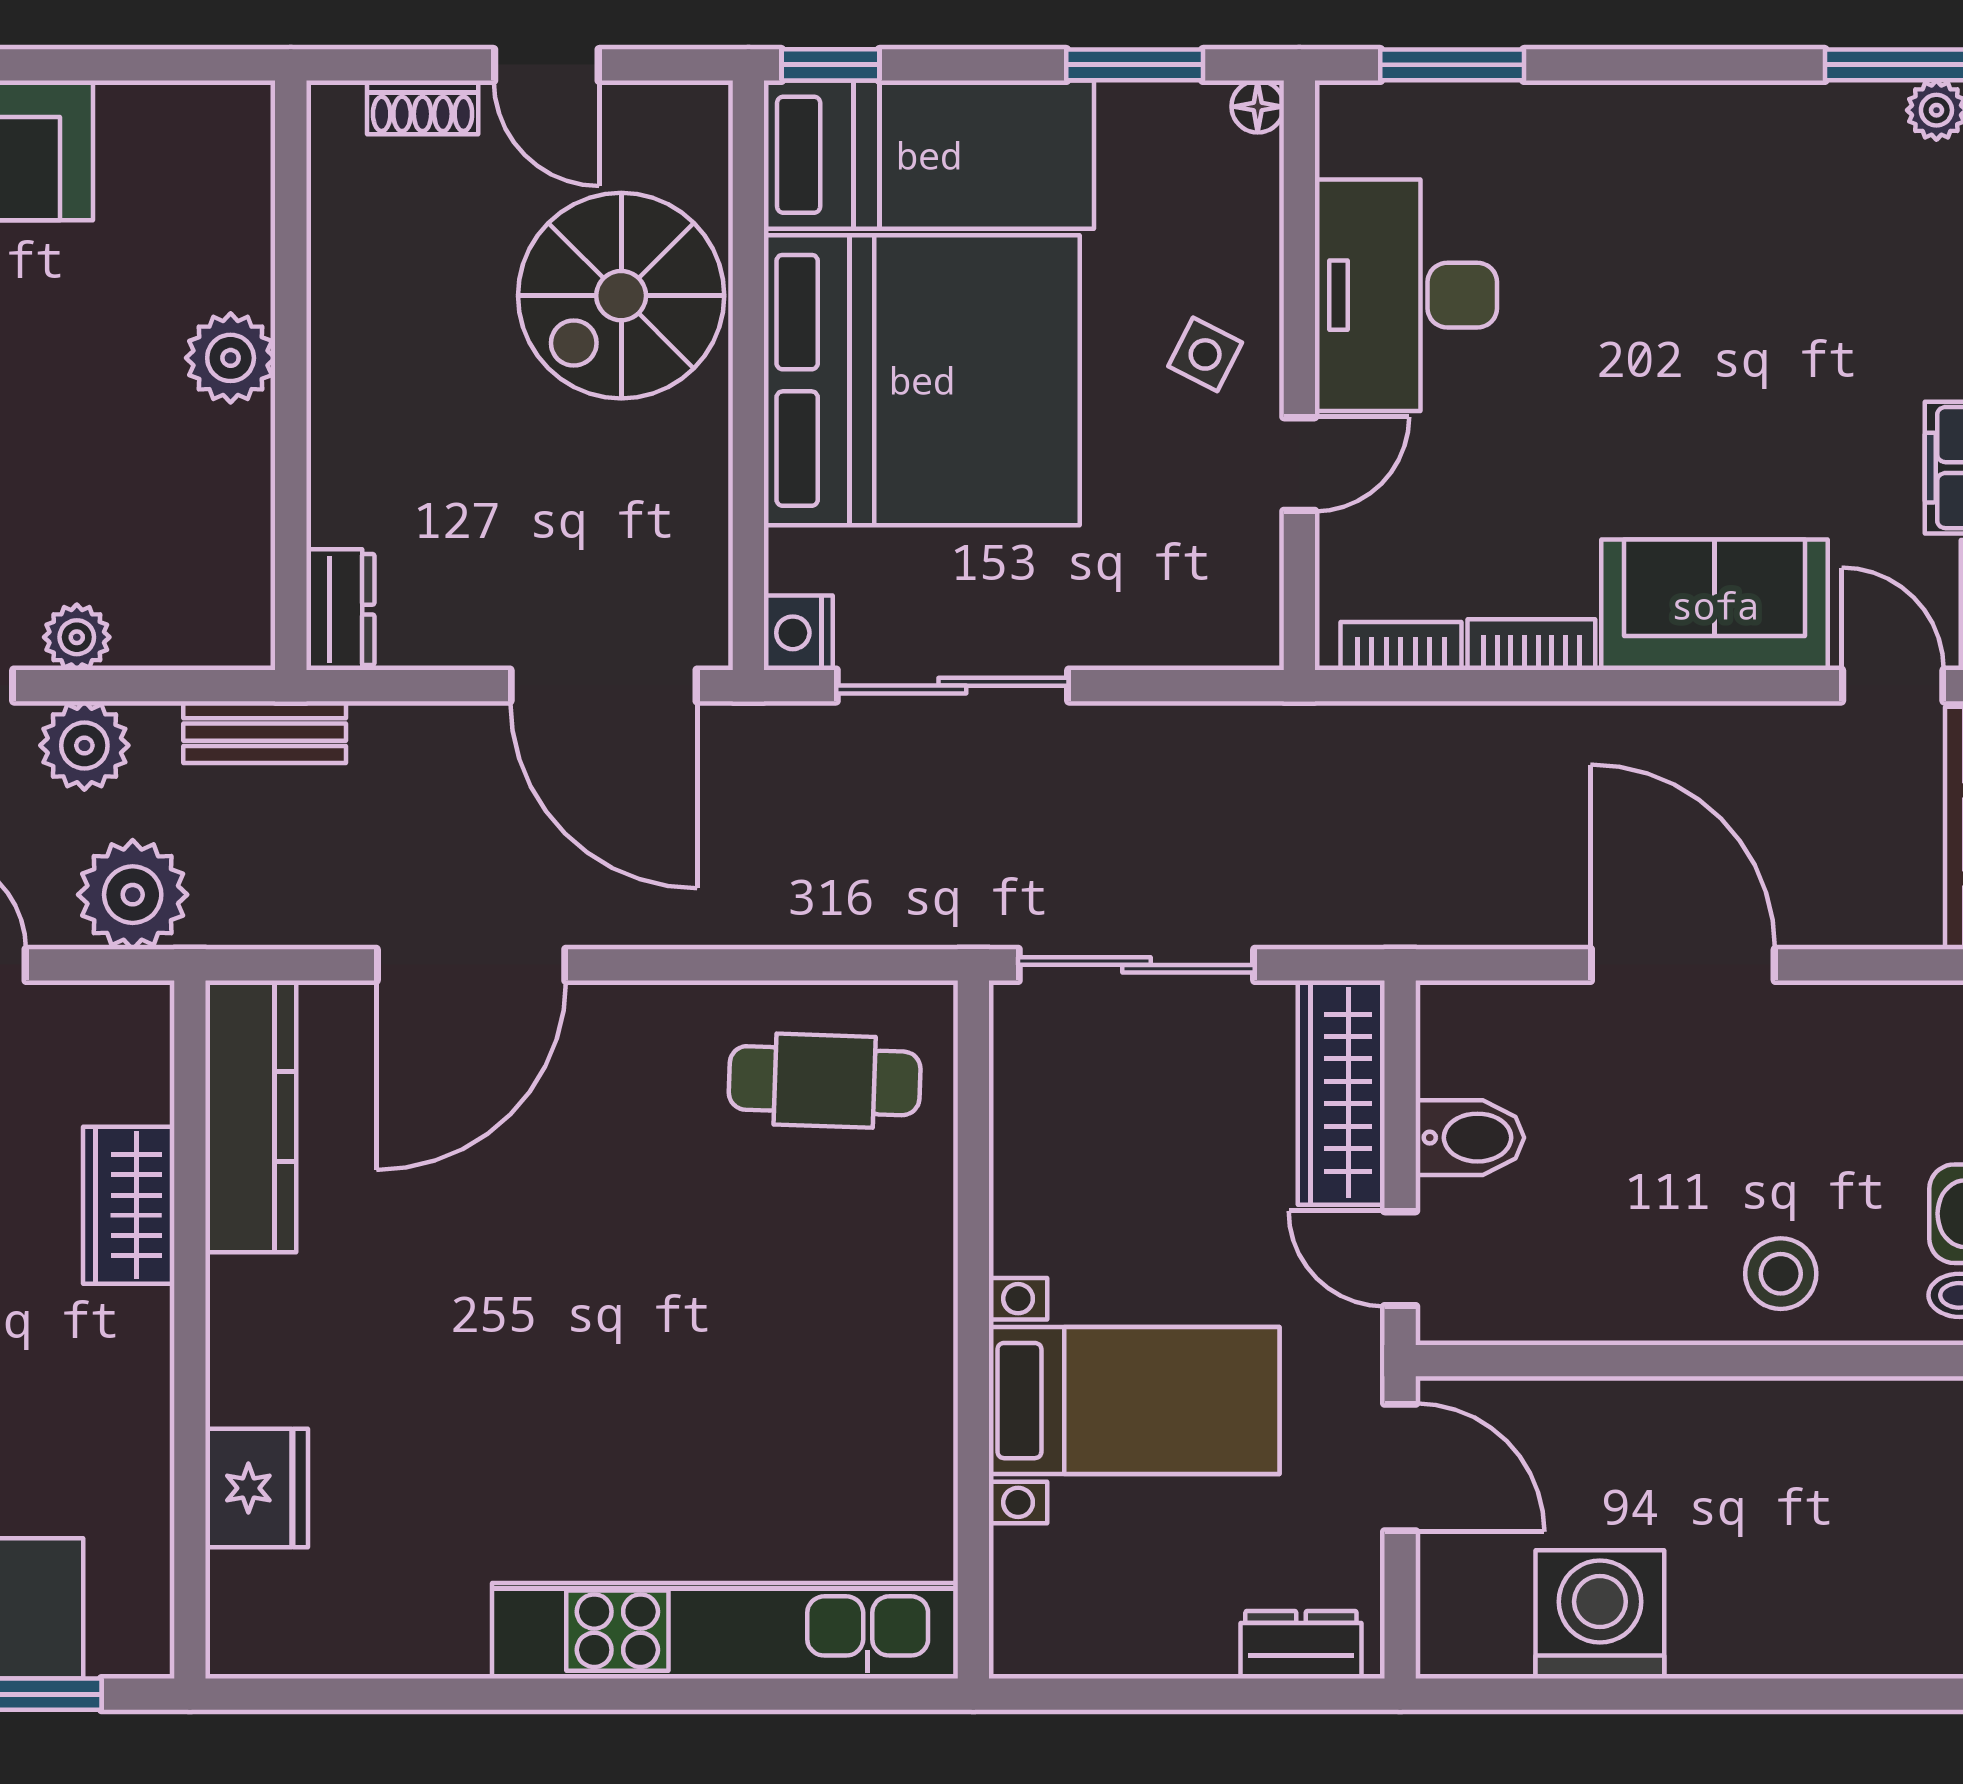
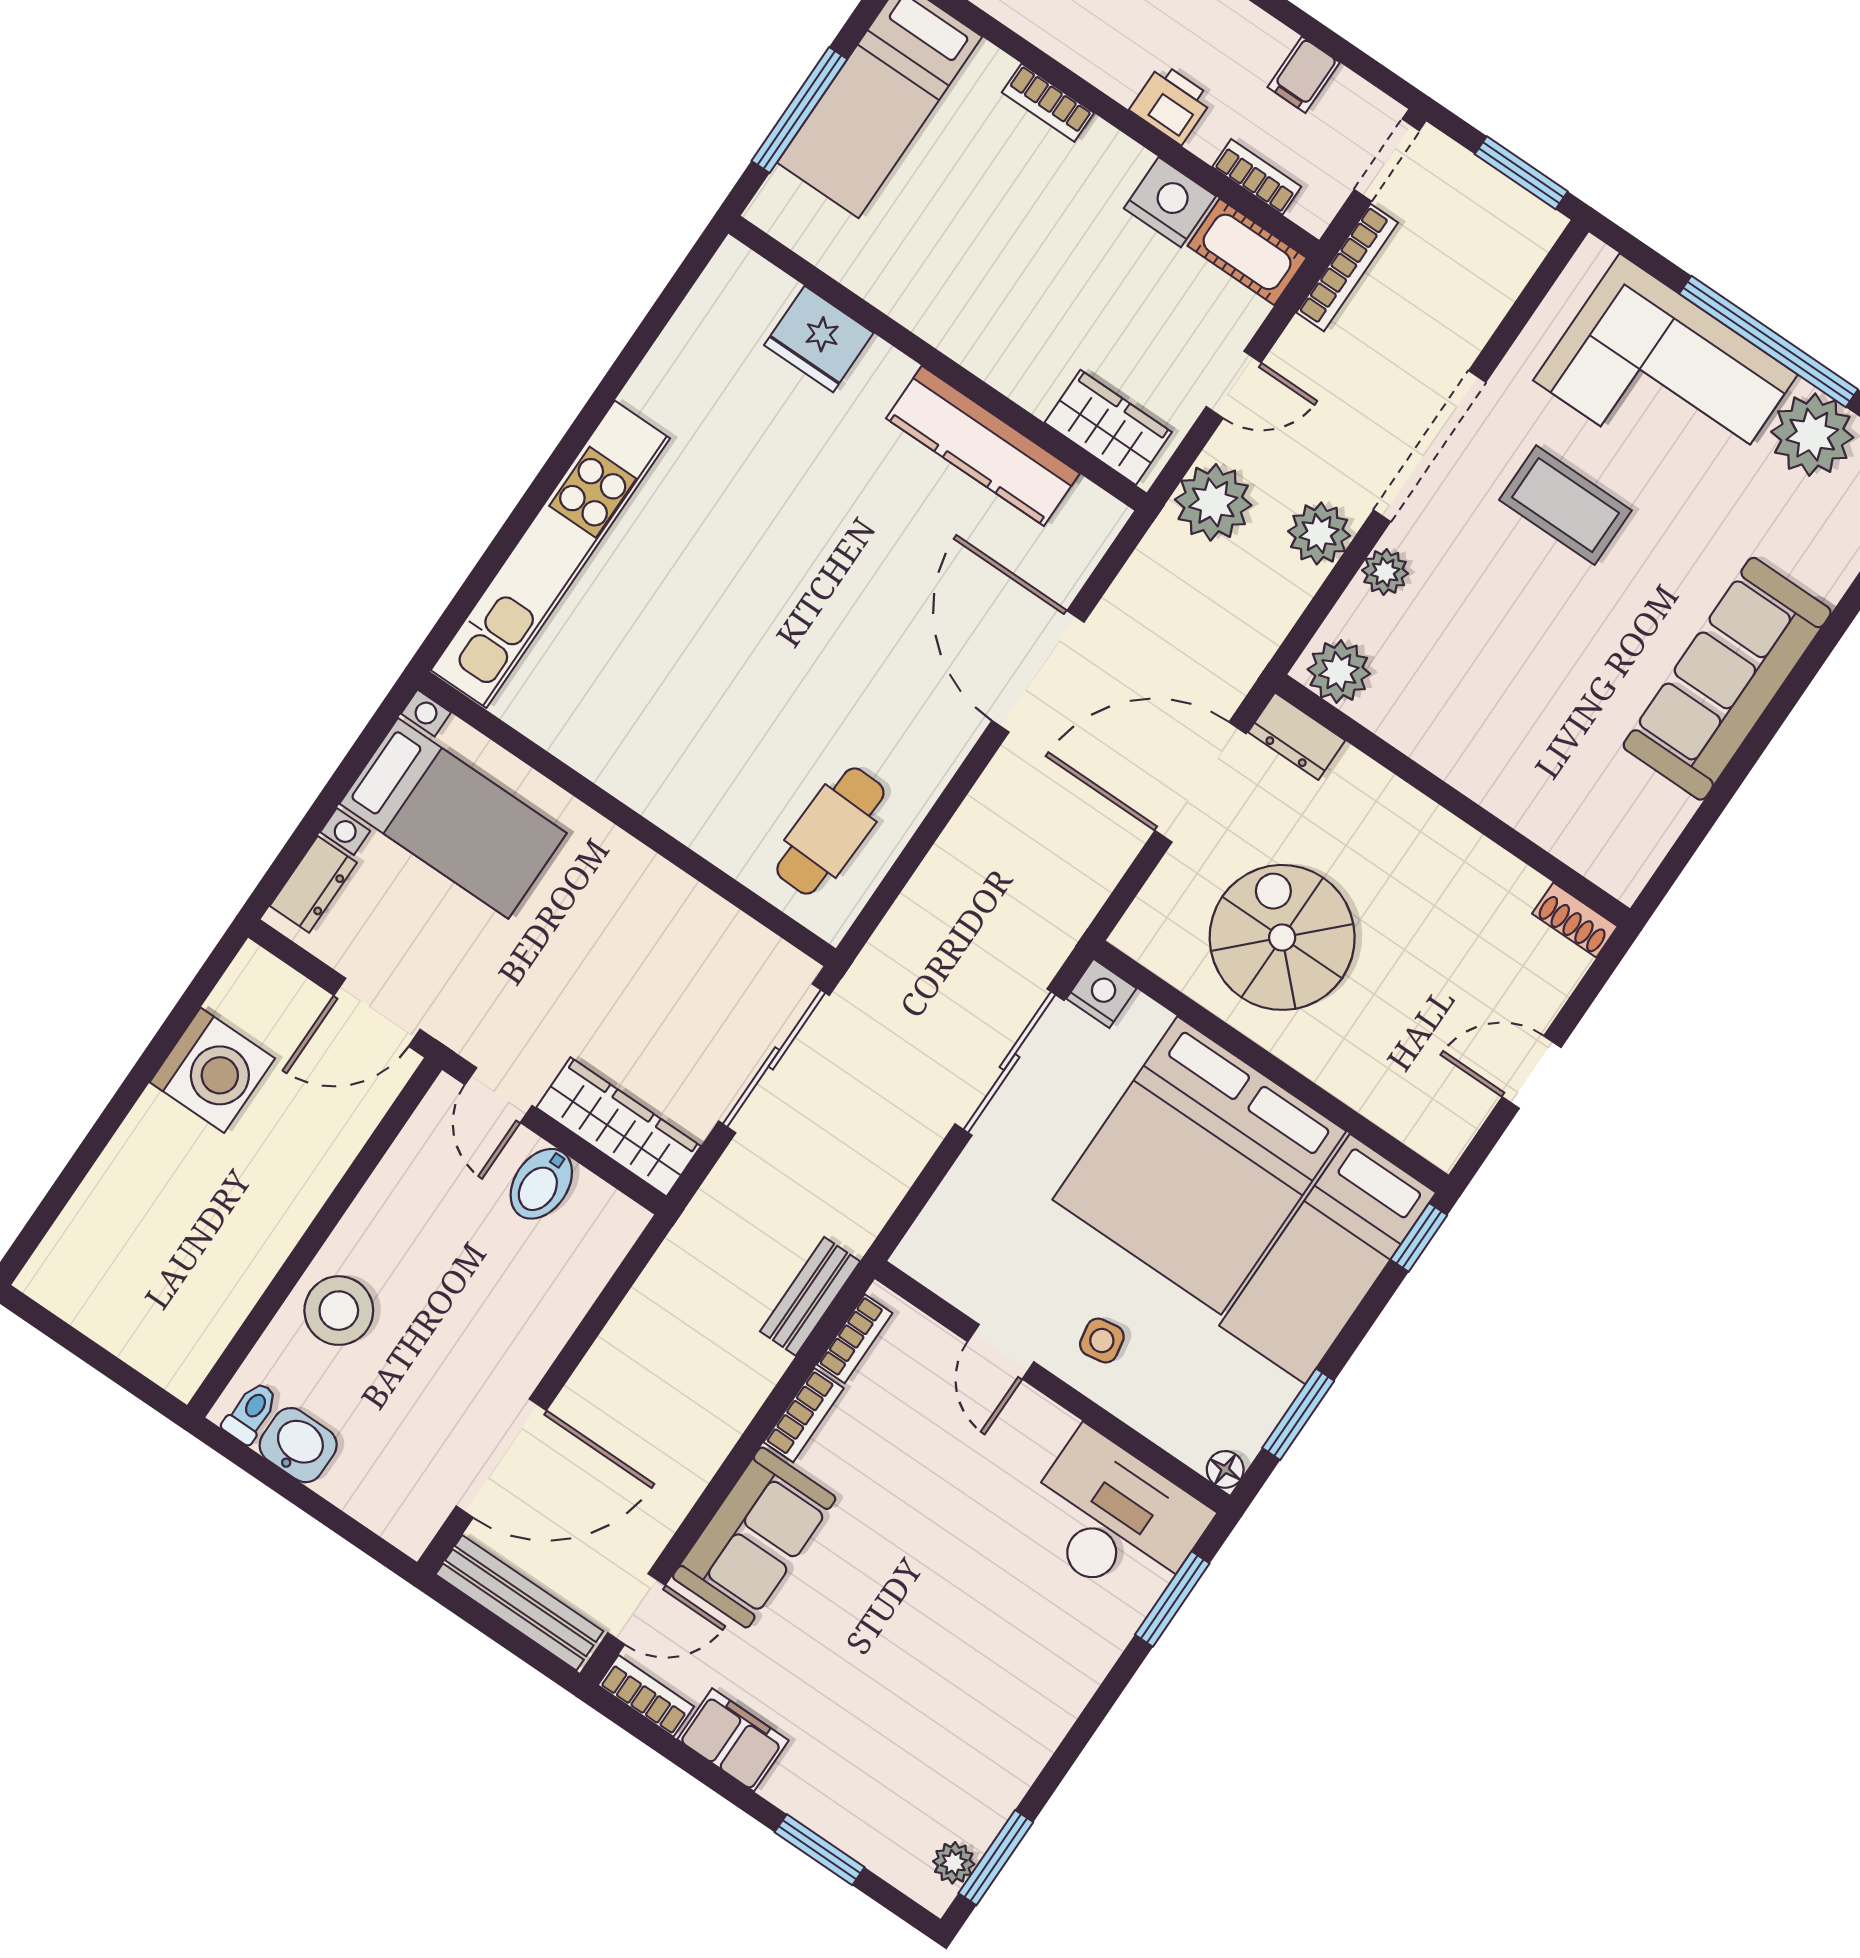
shoe rack: (423, 107) -> (1575, 920), moved, turned -90
desk: (1406, 295) -> (1114, 1520), moved
spiral stairs: (621, 296) -> (1282, 937), moved
side table: (1205, 354) -> (1102, 1340), turned -37
plant: (231, 358) -> (1339, 672), moved
door: (604, 686) -> (1200, 782), moved
bench: (265, 732) -> (810, 1296), moved
door: (1683, 965) -> (501, 1458), moved
kitchen counter: (251, 1116) -> (983, 446), moved
wardrobe: (129, 1205) -> (1108, 427), moved
door: (1400, 1259) -> (499, 1095), swing flipped
stool: (1781, 1274) -> (339, 1311), width x1.38, depth x1.38
bed with nightstands: (1134, 1401) -> (453, 818), moved, turned -90

